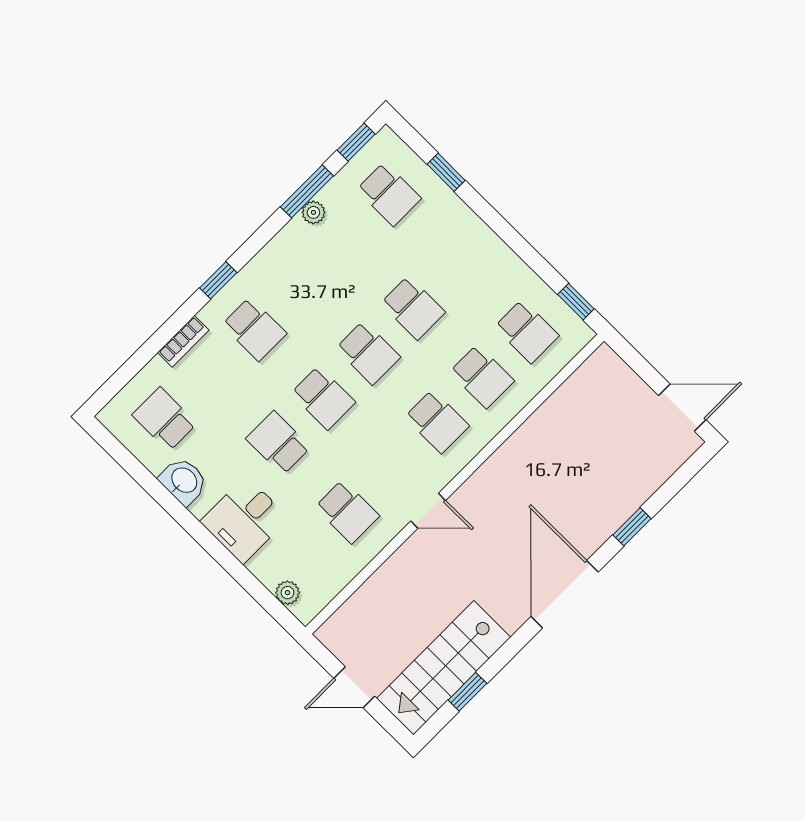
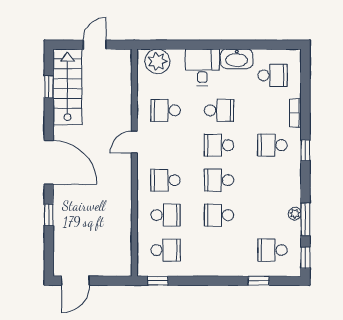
school desk: (527, 331) -> (166, 250), turned 180
school desk: (482, 376) -> (166, 215), turned 180
washbasin: (184, 481) -> (237, 59), width x1.38
plant: (287, 593) -> (157, 61), width x1.87, depth x1.87

